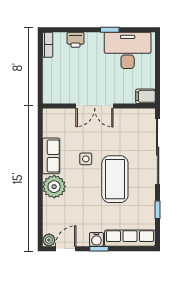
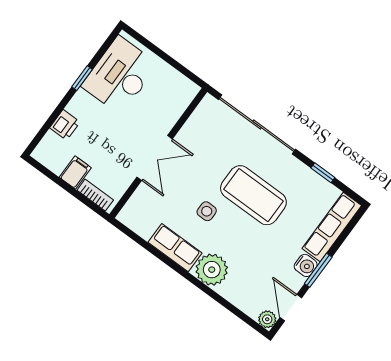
bookcase: (48, 45) -> (95, 195), moved
filing cabinet: (145, 96) -> (75, 172), moved, turned 180
window: (99, 249) -> (318, 270), width x1.50

